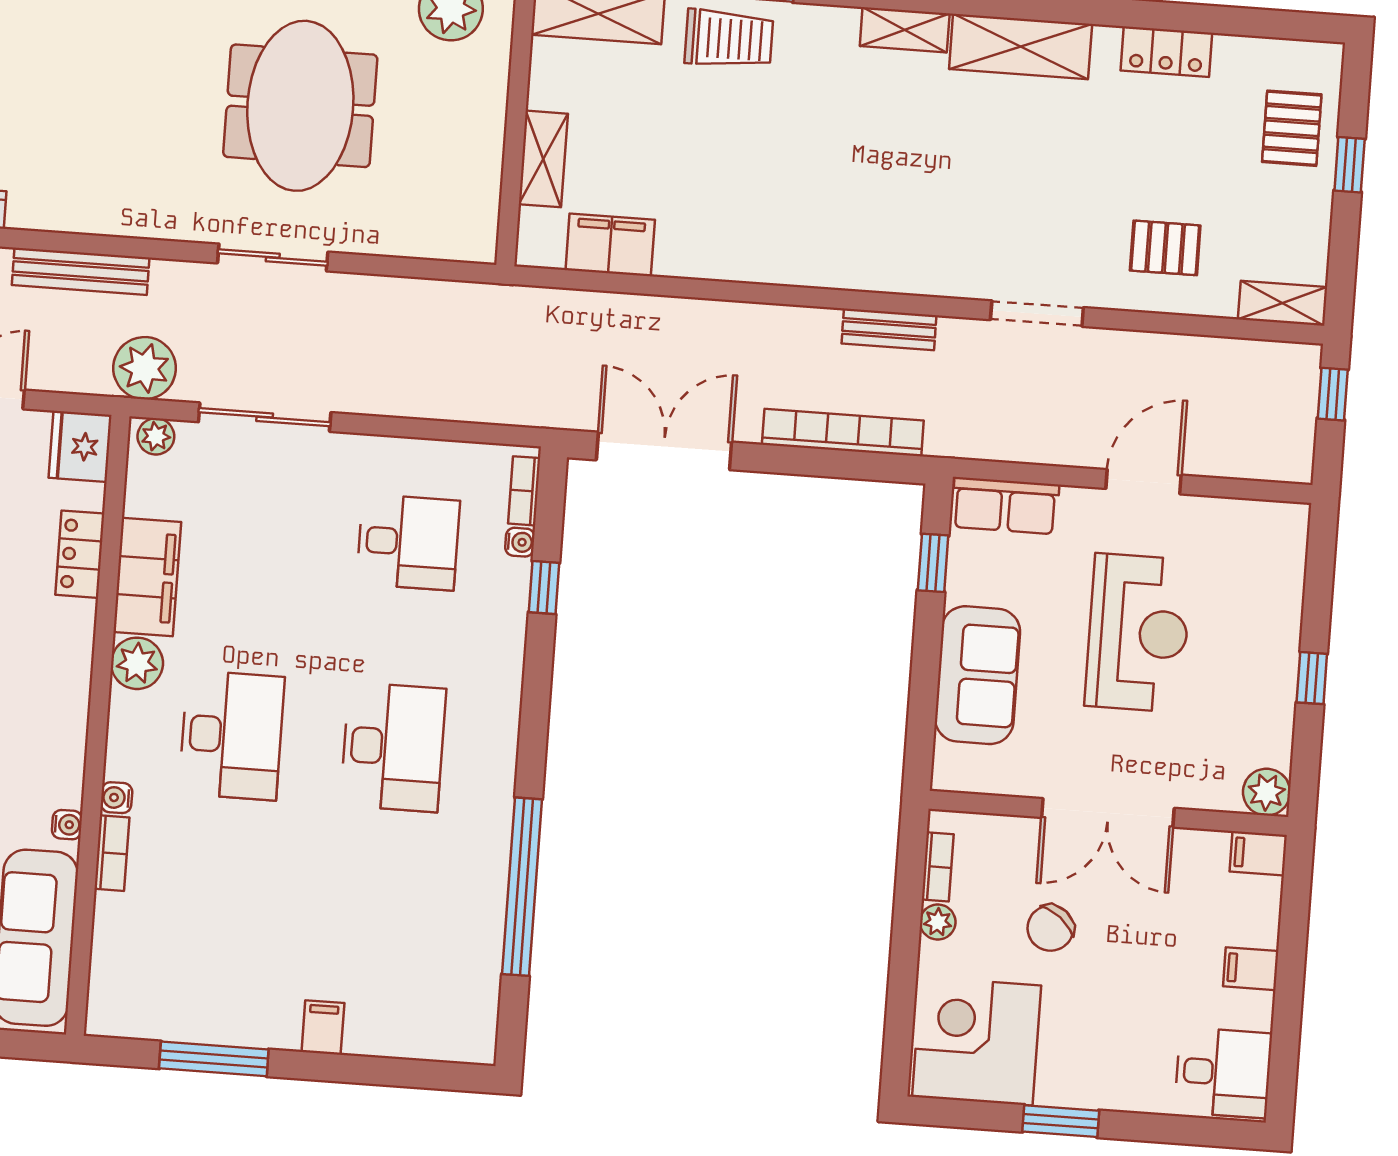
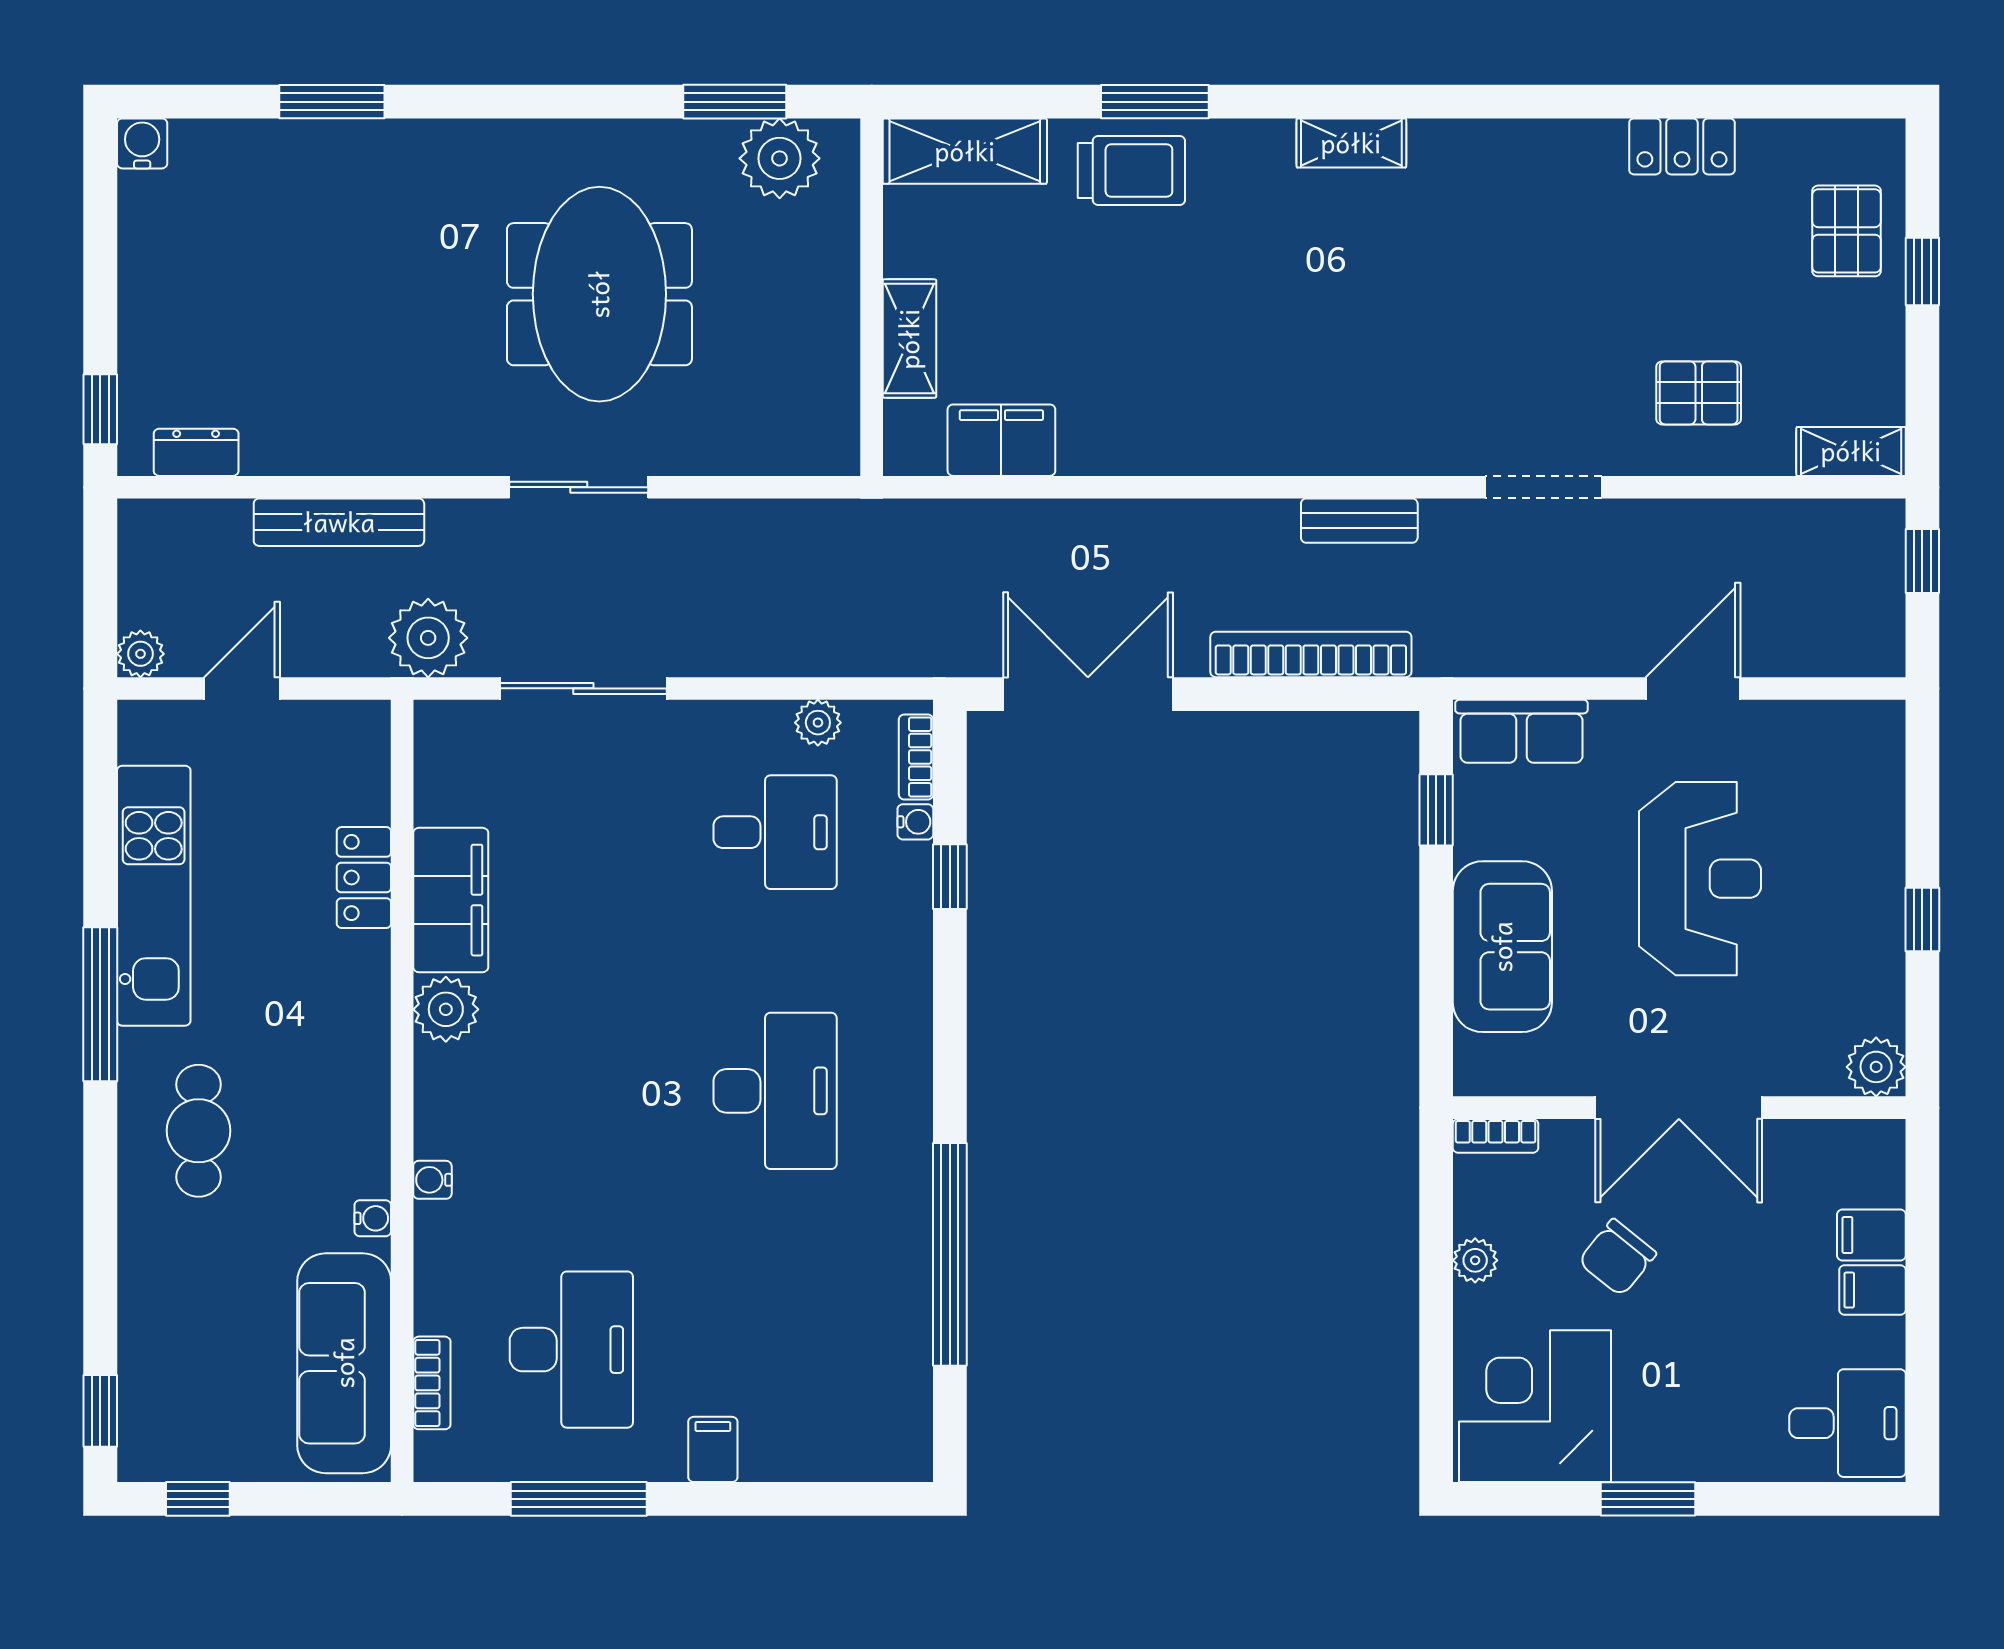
shelving: (1021, 47) -> (1498, 153), removed
plant: (156, 436) -> (818, 723), moved
fridge: (80, 446) -> (354, 742), removed
desk: (232, 735) -> (571, 1350), moved
bookcase: (112, 853) -> (432, 1383), moved
filing cabinet: (1258, 853) -> (1871, 1235), moved
bookcase: (938, 867) -> (1496, 1136), moved, turned 90

